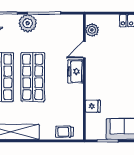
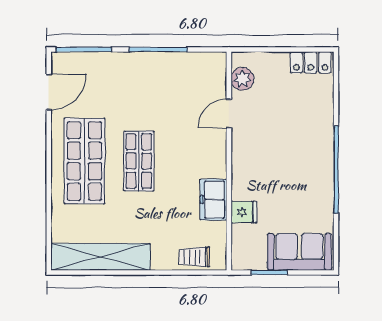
plant: (28, 23) -> (130, 67), removed
freezer: (75, 71) -> (213, 200), moved
shop shelf: (33, 77) -> (139, 161), width x0.70, depth x0.74

